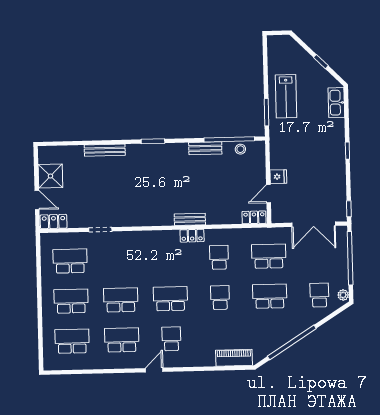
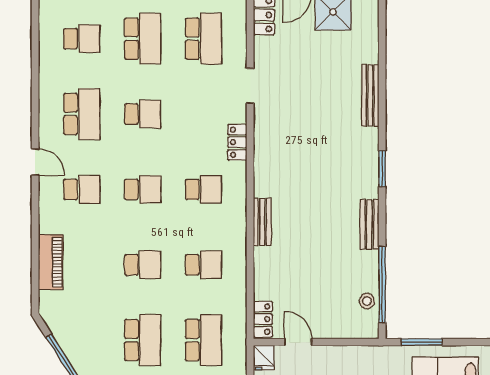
bench: (205, 148) -> (369, 224), moved
fridge: (278, 177) -> (264, 358), moved
locker: (192, 236) -> (237, 142), moved
school desk: (169, 259) -> (203, 189), added
school desk: (170, 299) -> (143, 189), width x0.54
school desk: (121, 300) -> (143, 114), width x0.54
school desk: (72, 341) -> (82, 39), width x0.54
piano: (234, 358) -> (51, 262), moved

